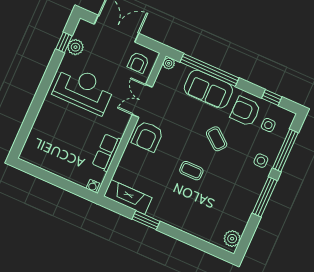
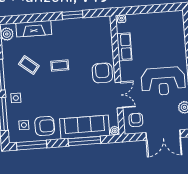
window: (210, 70) -> (84, 141), width x0.68
sofa: (208, 89) -> (85, 127), width x1.36
window: (272, 98) -> (32, 145), width x2.17
coffee table: (217, 139) -> (29, 65), moved
fireplace: (128, 197) -> (34, 29), moved

